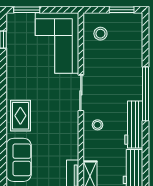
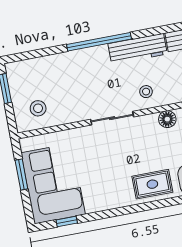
window: (27, 10) -> (21, 174), moved
corner sofa: (57, 43) -> (53, 184), moved, turned -90
floor lamp: (72, 138) -> (167, 119), added

